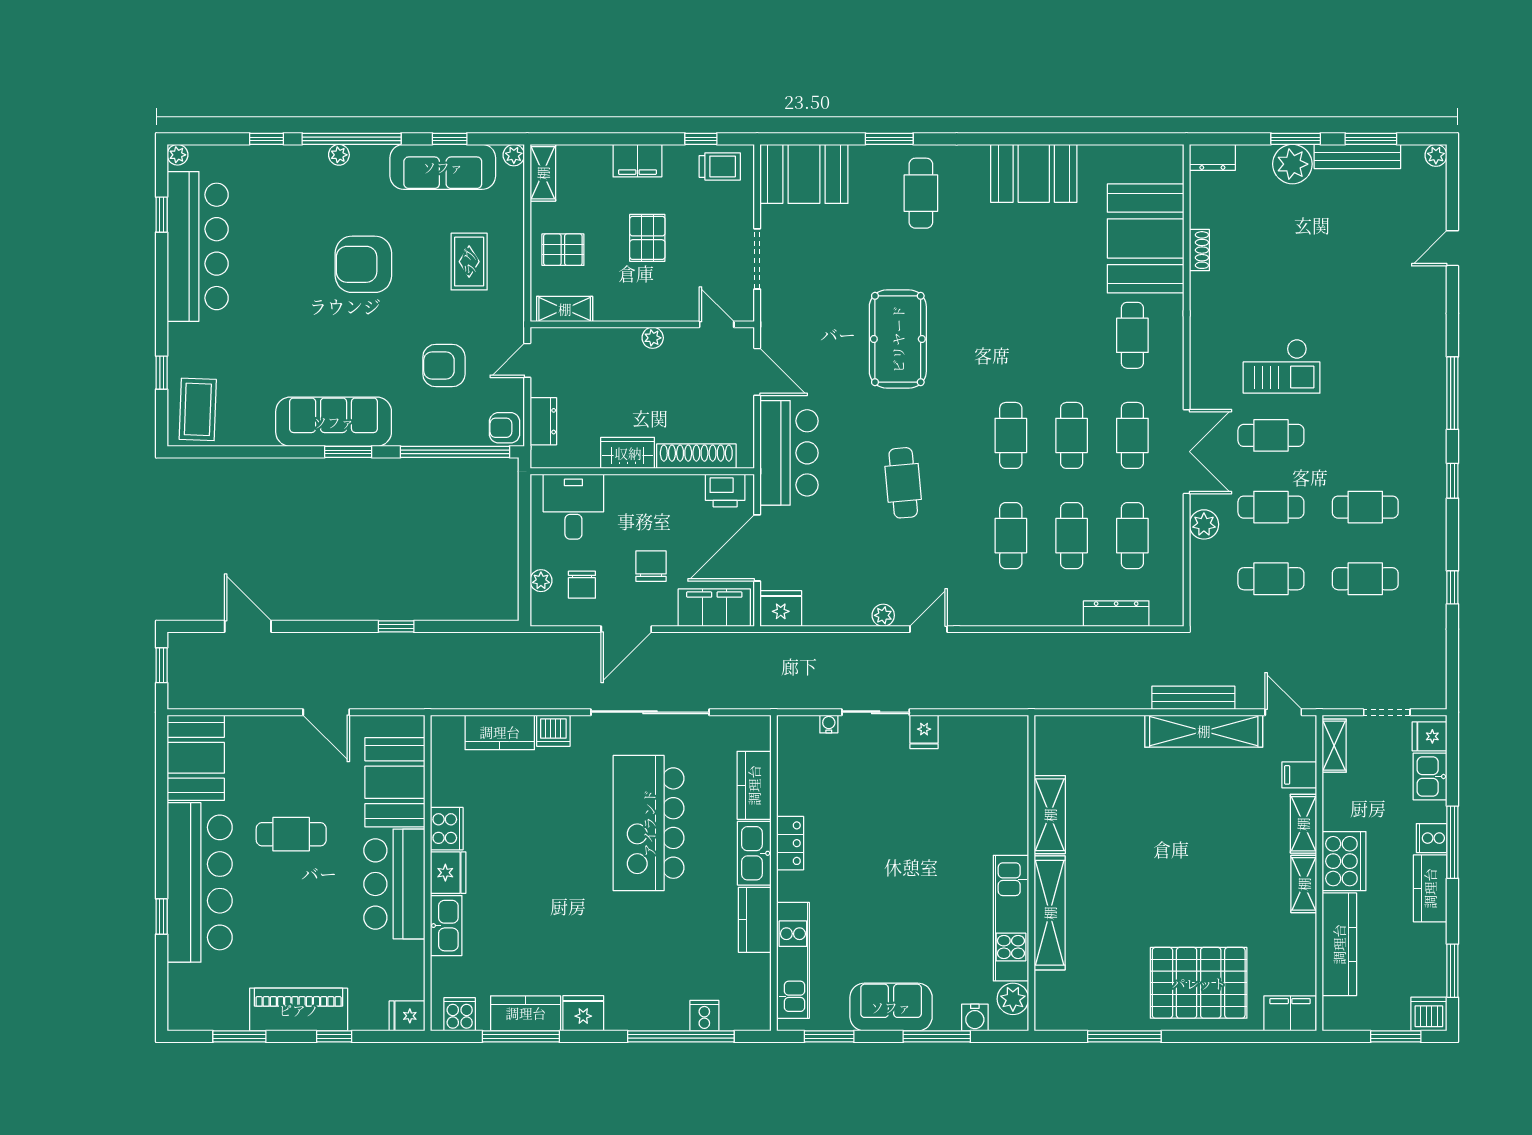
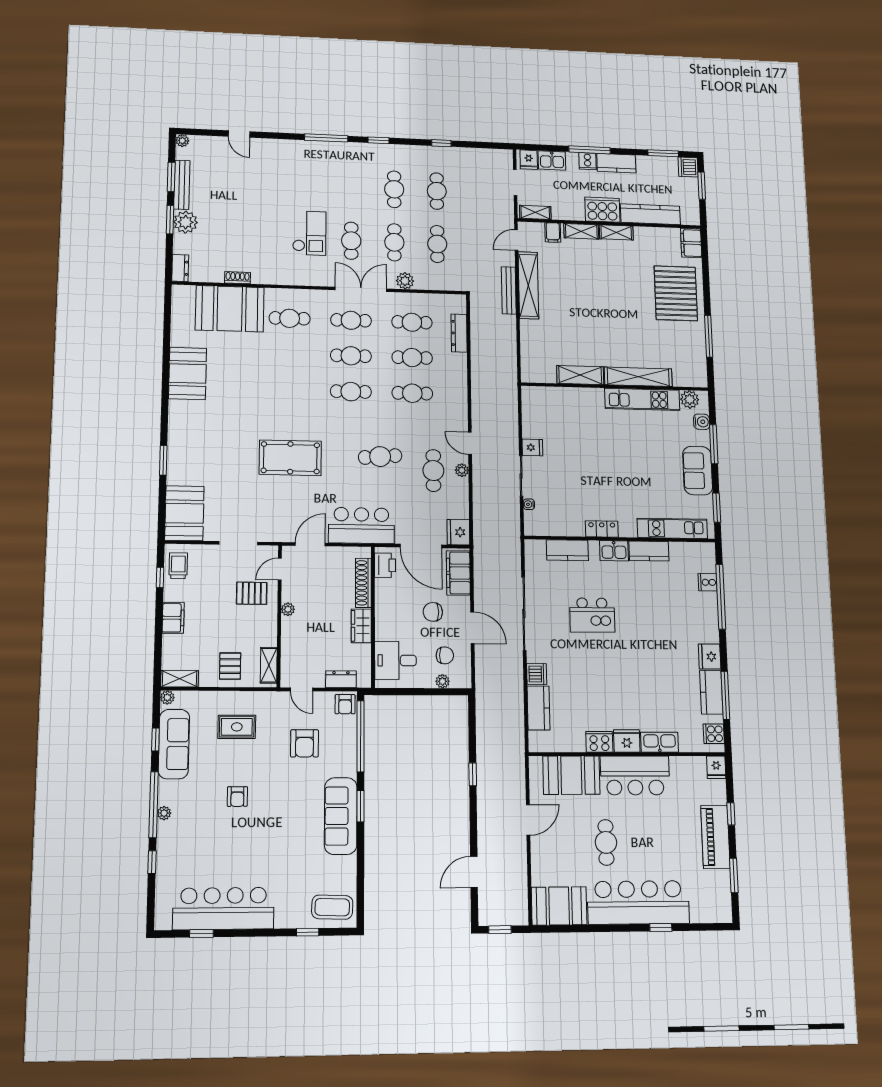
plant: (178, 155) -> (161, 923), removed
cafe table: (921, 193) -> (433, 471), moved, turned 90
pallet: (647, 238) -> (252, 593), moved
armchair: (363, 264) -> (237, 797), width x0.53, depth x0.53
kitchen island: (649, 823) -> (592, 615), width x0.54, depth x0.78
kitchen sink: (754, 853) -> (614, 551), width x0.73

